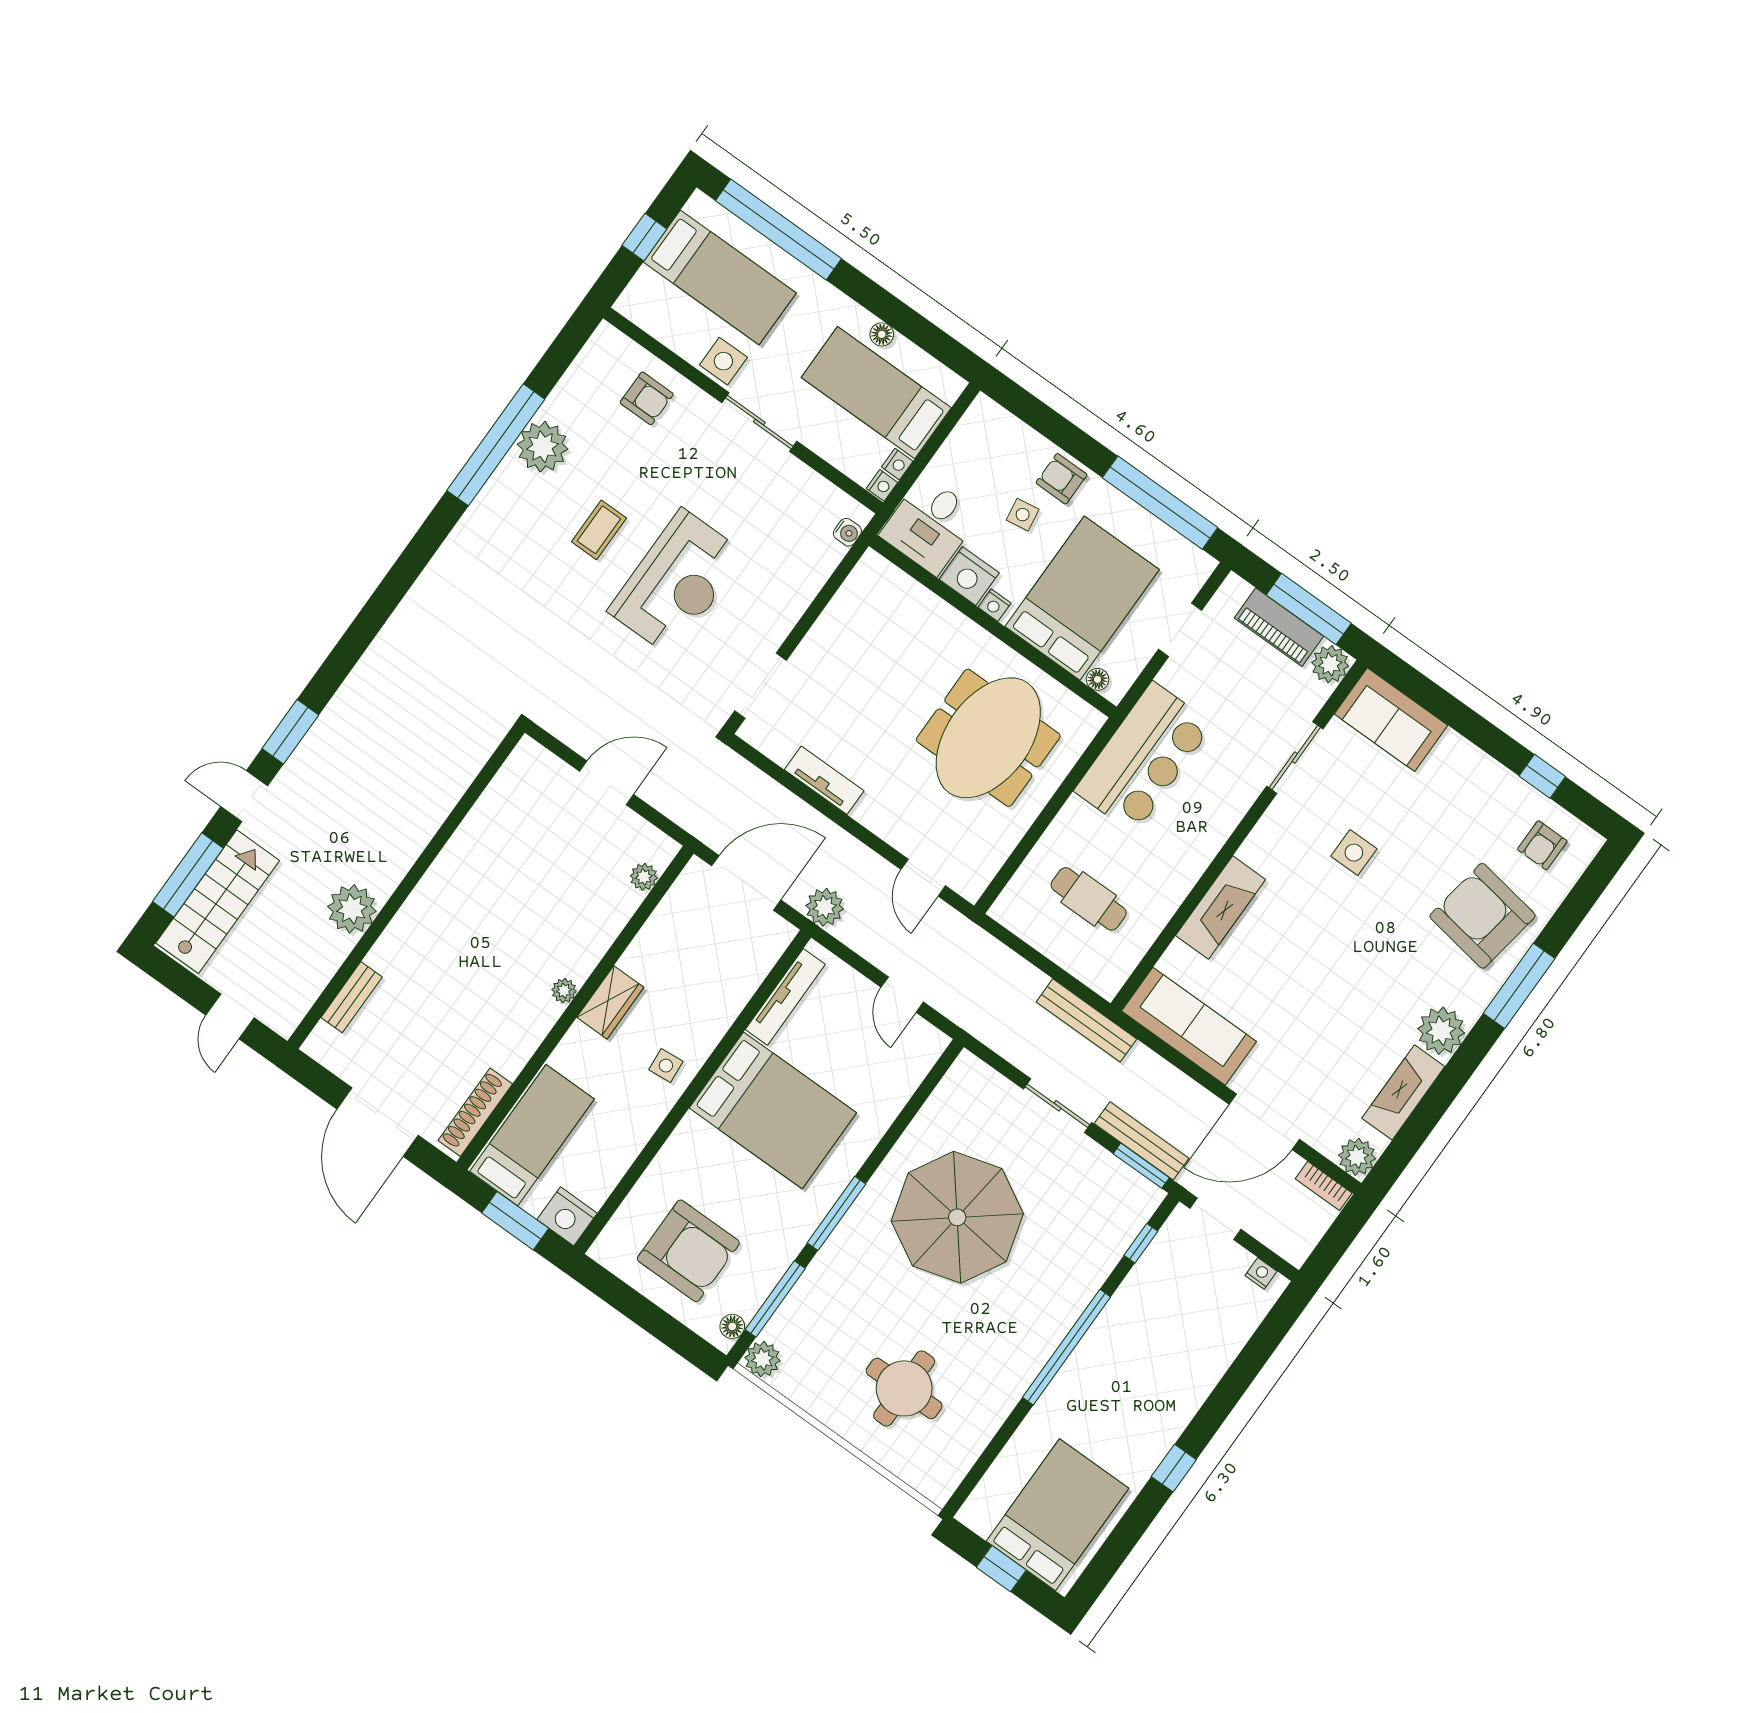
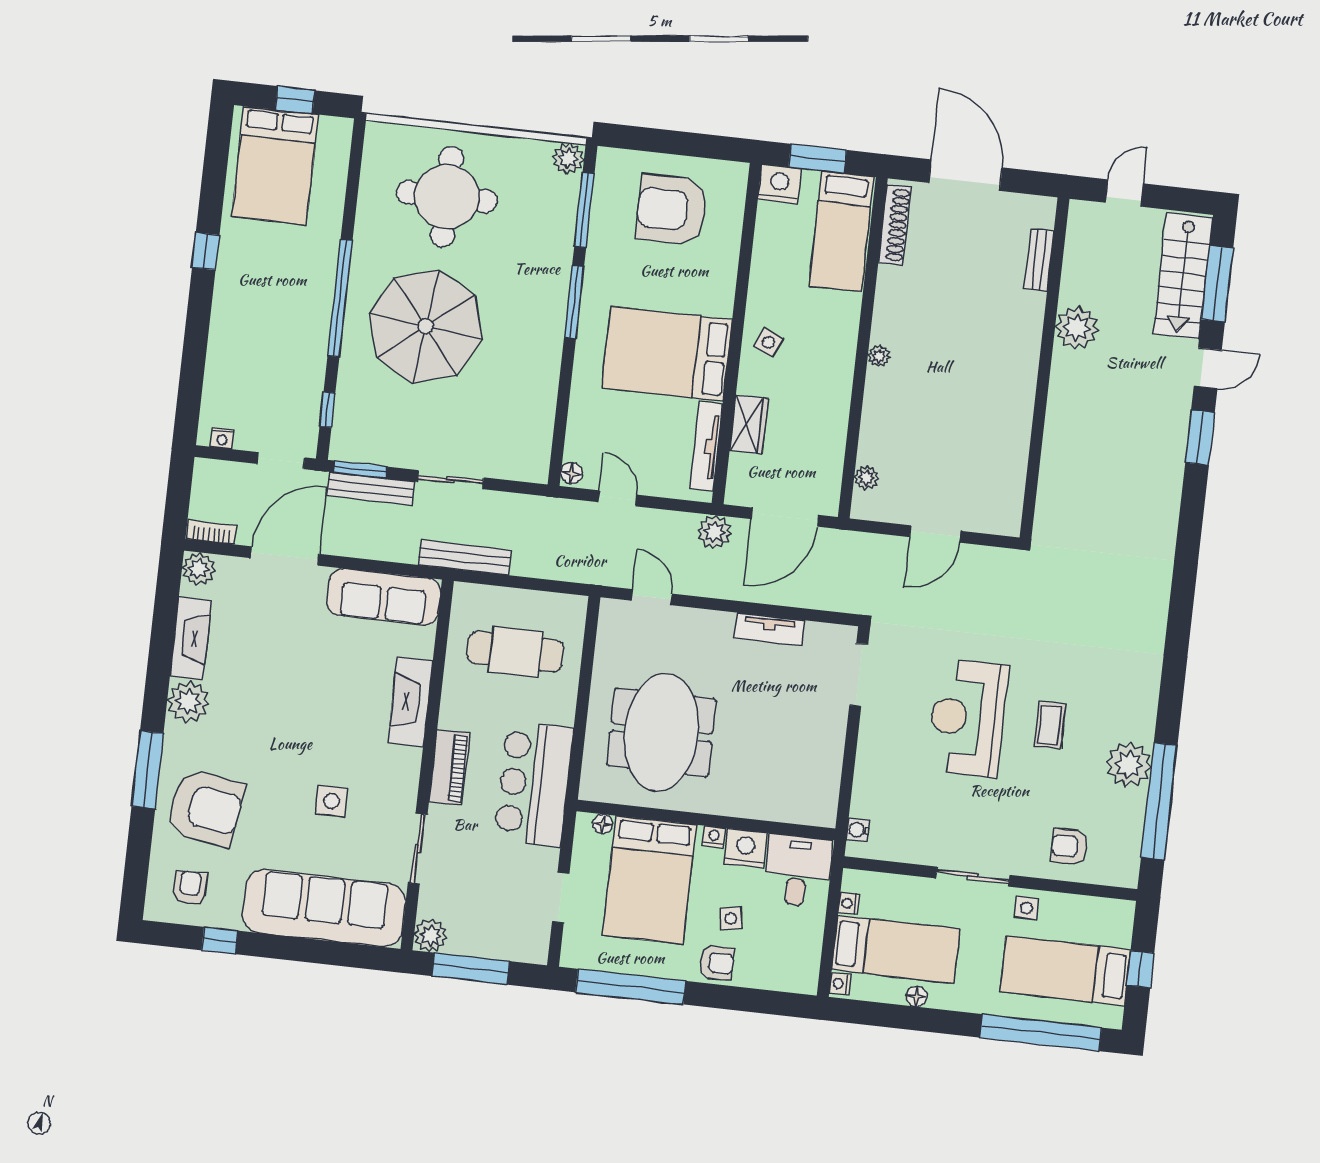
side table: (723, 361) -> (1026, 908), width x0.73, depth x0.73
window: (496, 445) -> (1159, 801), moved
nightstand: (882, 485) -> (840, 984), moved
piano: (1279, 627) -> (449, 767), moved, turned 90
sofa: (1391, 720) -> (324, 908), width x1.85, depth x1.27
cafe table: (1089, 899) -> (515, 652), width x1.37, depth x1.35
wardrobe: (610, 1002) -> (749, 424), moved, turned 180
door: (230, 1016) -> (1124, 193), hinge flipped
side table: (666, 1066) -> (768, 342), turned 30
parasol: (957, 1217) -> (426, 326), moved
floor lamp: (732, 1326) -> (572, 473), moved
round table: (904, 1388) -> (447, 197), width x1.36, depth x1.36

